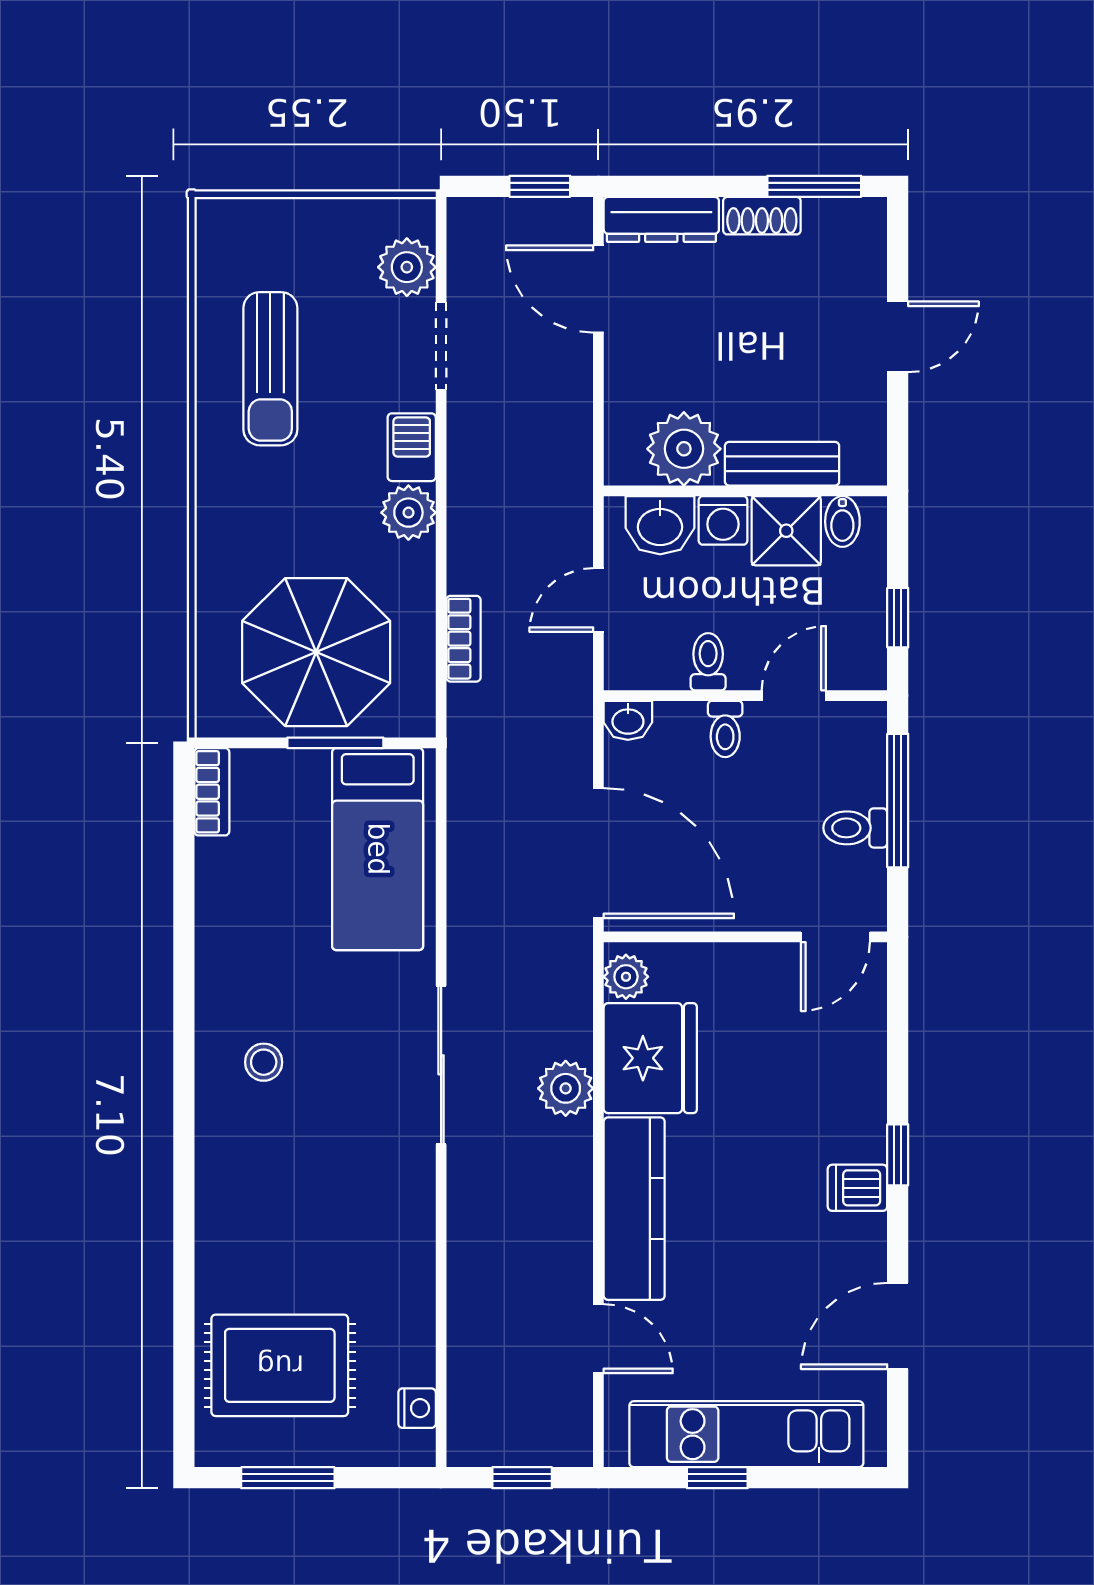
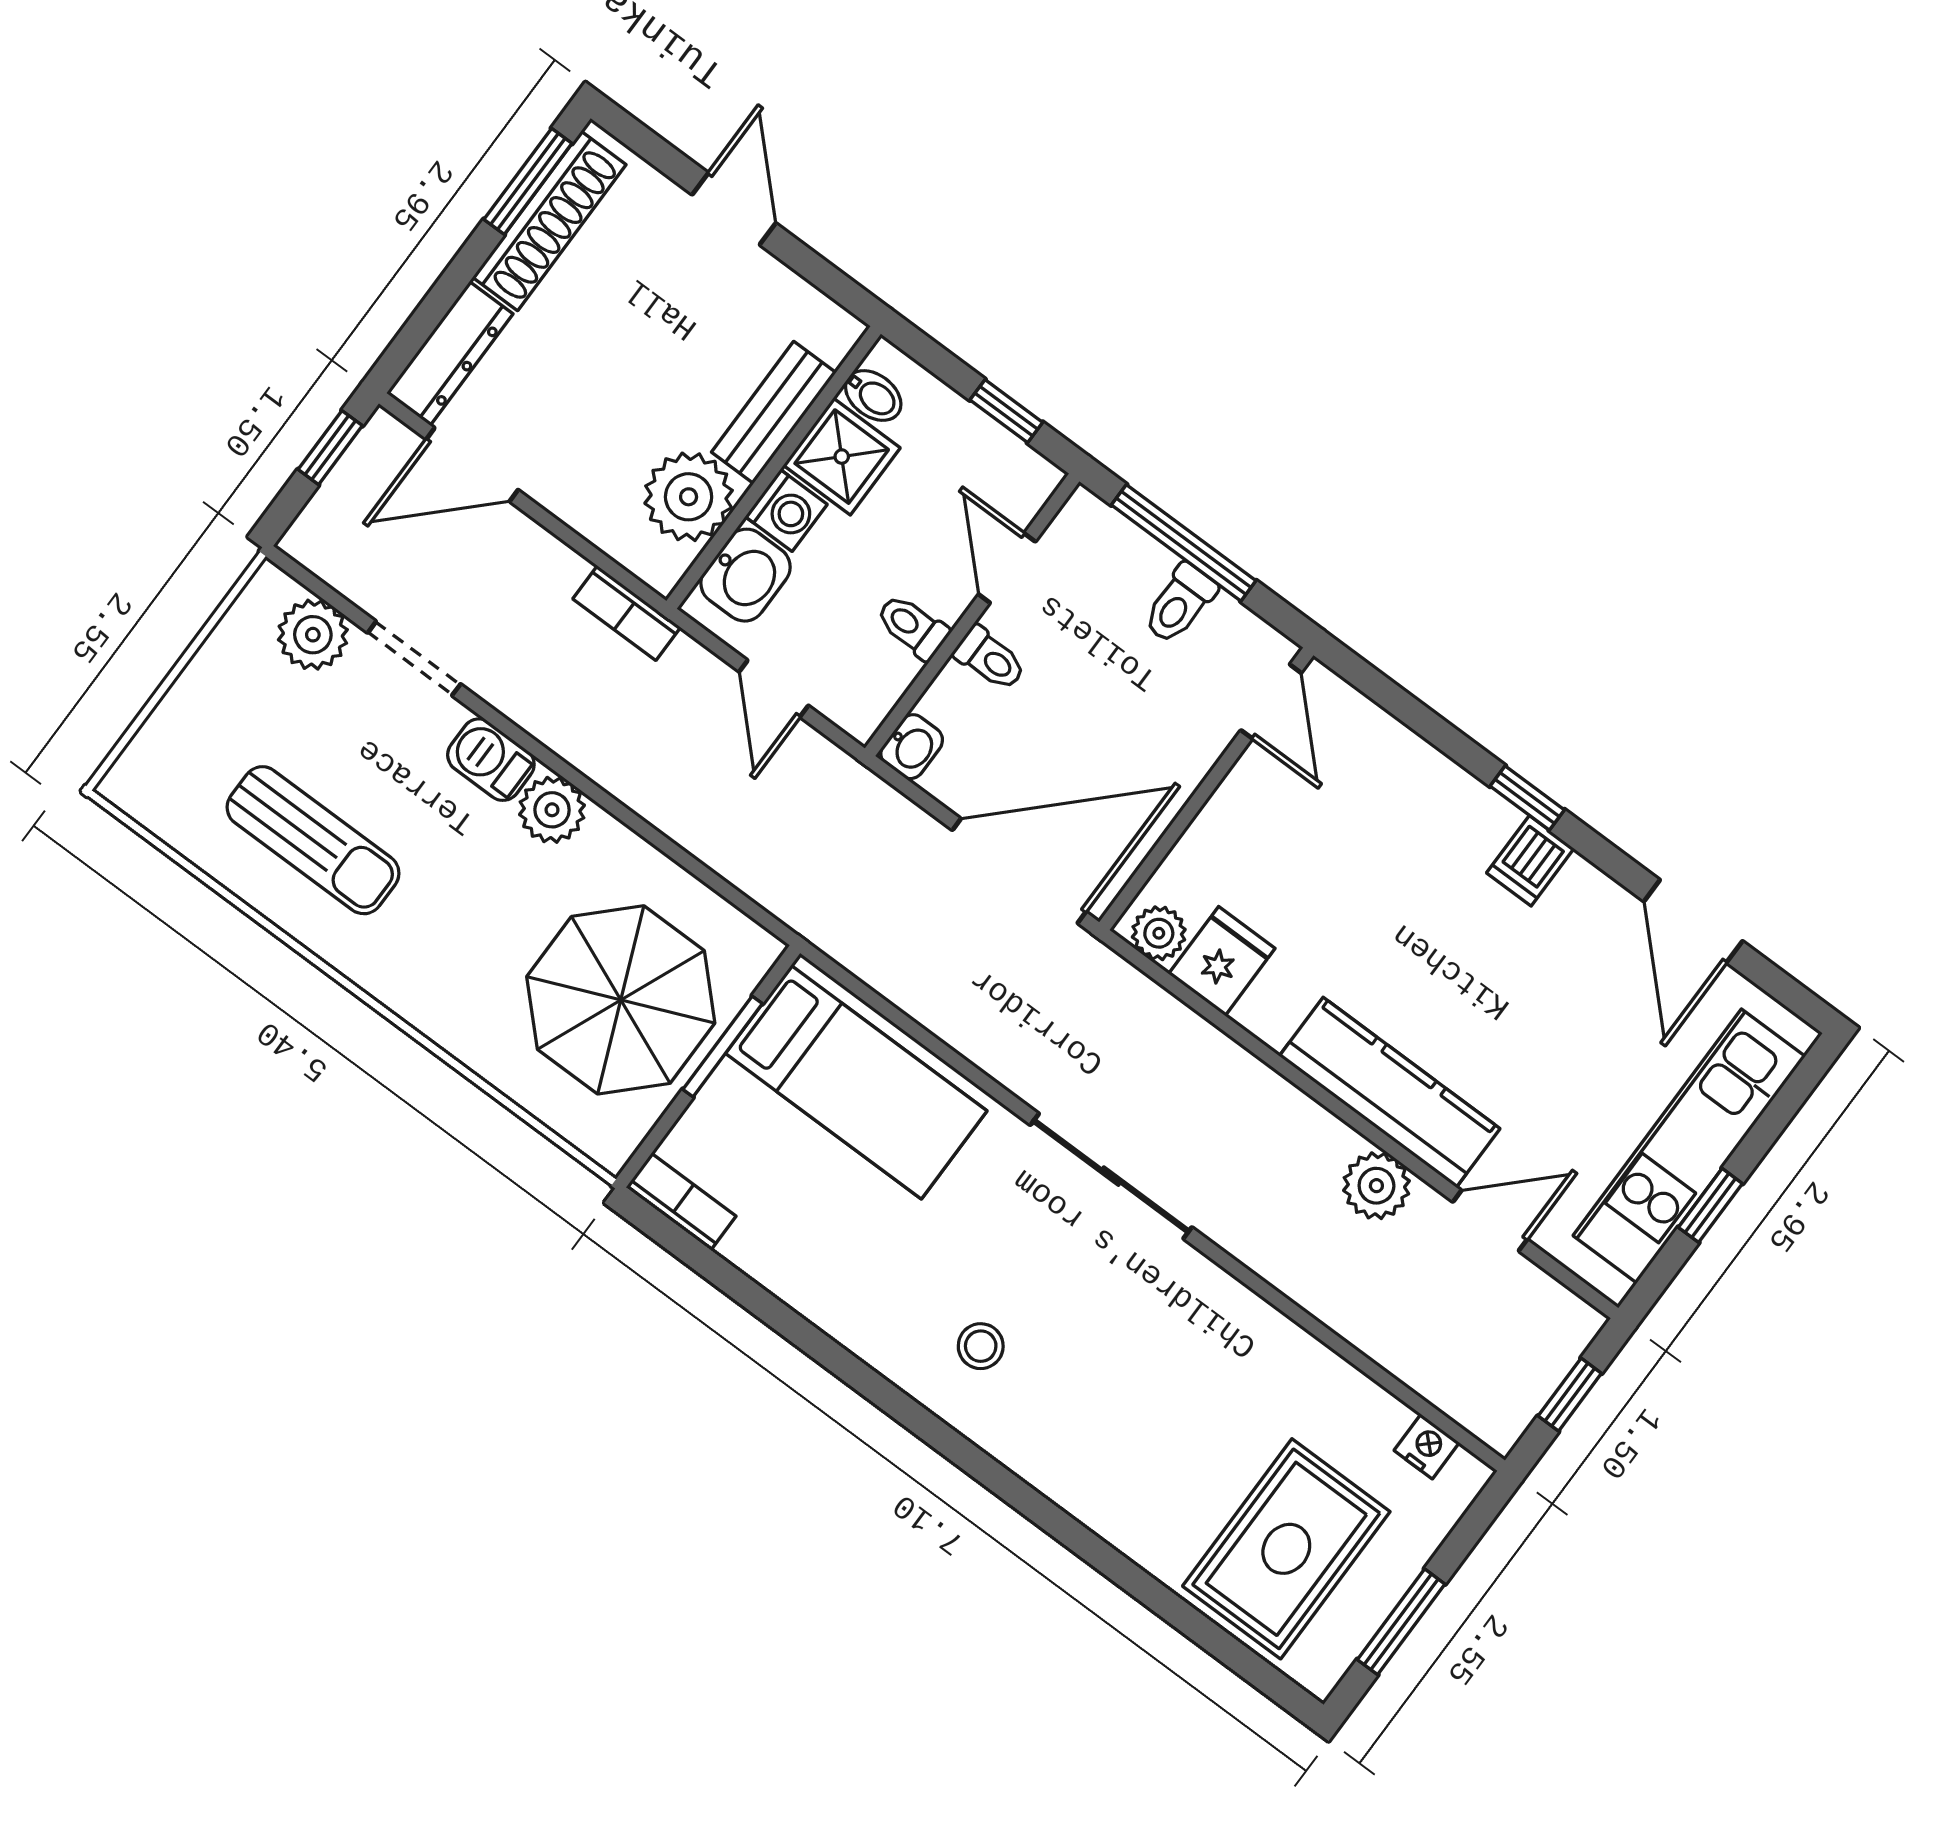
shoe rack: (762, 216) -> (549, 221), width x1.94, depth x1.24
bookcase: (463, 639) -> (627, 613), moved, turned 180
fridge: (650, 1058) -> (1222, 961), width x0.53, depth x0.75
plant: (566, 1088) -> (1376, 1186), moved

